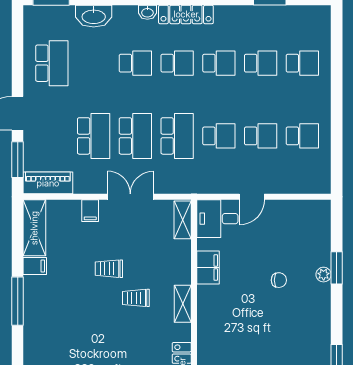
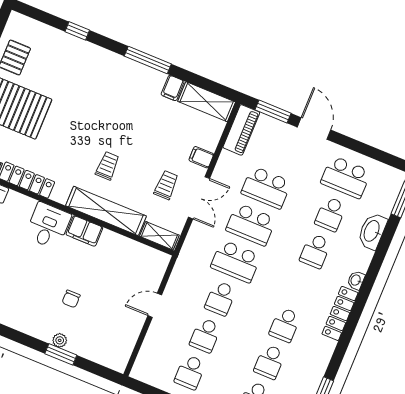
school desk: (177, 63) -> (331, 214), moved
door: (252, 197) -> (155, 305), hinge flipped
desk: (217, 219) -> (48, 226), moved
filing cabinet: (208, 268) -> (84, 231), moved
trolley: (109, 269) -> (166, 185), moved
shelving: (183, 304) -> (106, 211), width x2.20, depth x1.33

